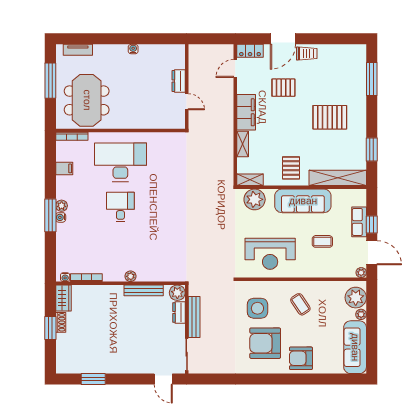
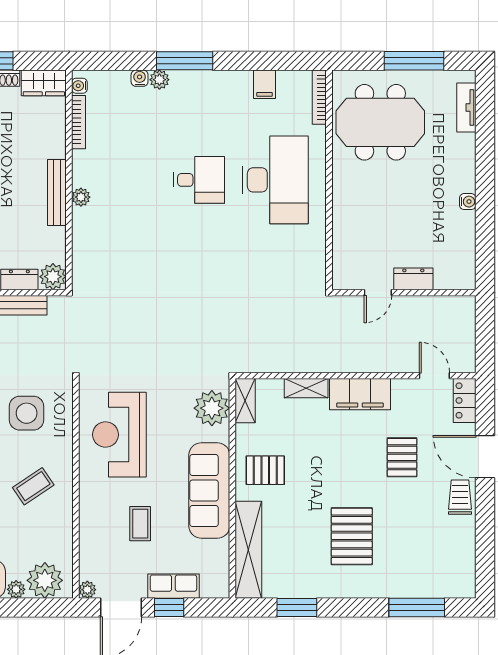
trolley: (307, 54) -> (460, 497), turned 180
plant: (62, 206) -> (159, 80), moved
water cooler: (61, 217) -> (140, 78), moved
bench: (144, 290) -> (57, 192), moved

